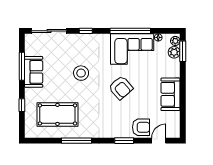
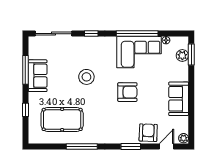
plant: (175, 41) -> (184, 138), moved
armchair: (121, 88) -> (127, 92), turned -49
armchair: (141, 127) -> (148, 133), turned -88

